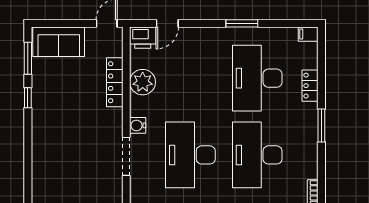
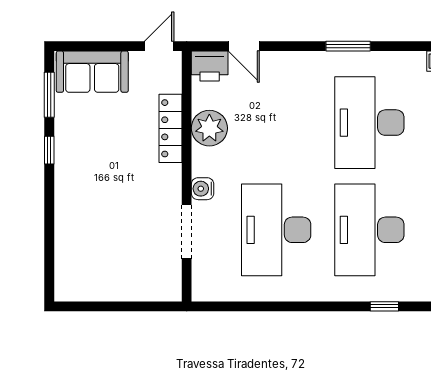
door: (167, 23) -> (244, 46), hinge flipped

